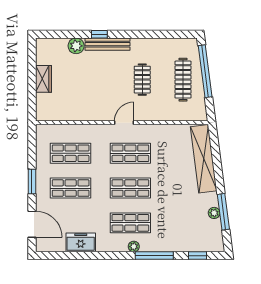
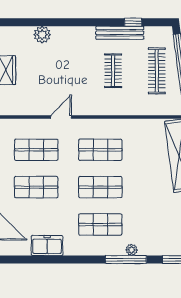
window: (99, 34) -> (133, 22), moved
bench: (108, 44) -> (120, 33), moved
door: (124, 123) -> (61, 117), moved
plant: (134, 247) -> (132, 250), moved

